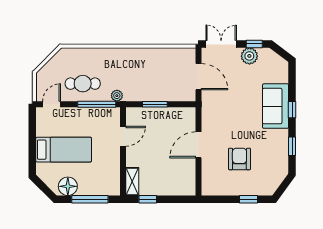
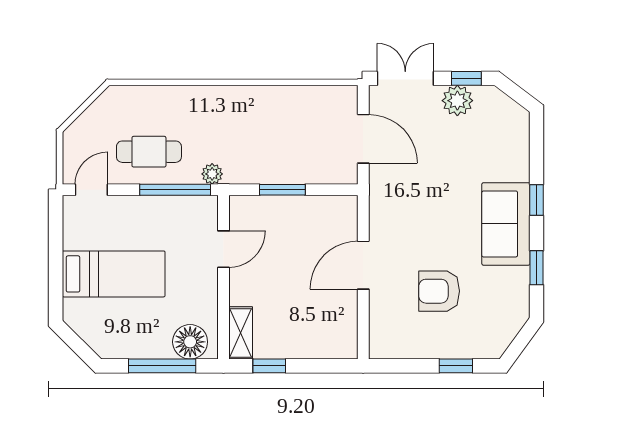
sofa: (276, 106) -> (506, 224), moved
armchair: (239, 159) -> (439, 291), turned -90
floor lamp: (68, 186) -> (190, 342), moved

